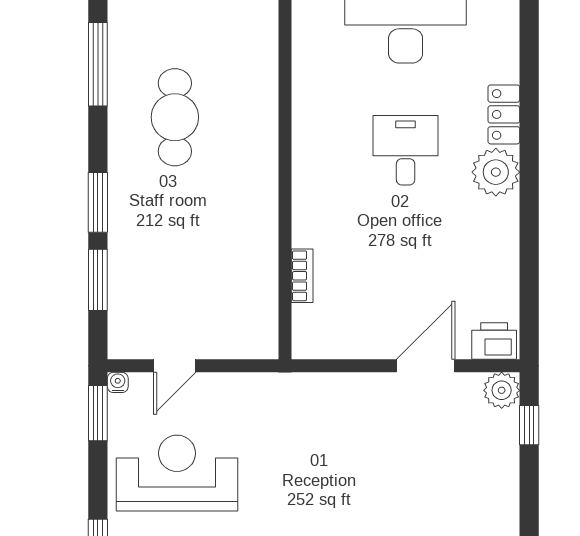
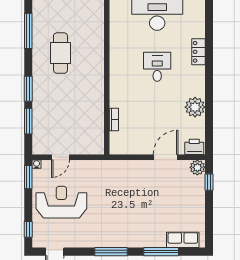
plant: (496, 172) -> (195, 107), moved

